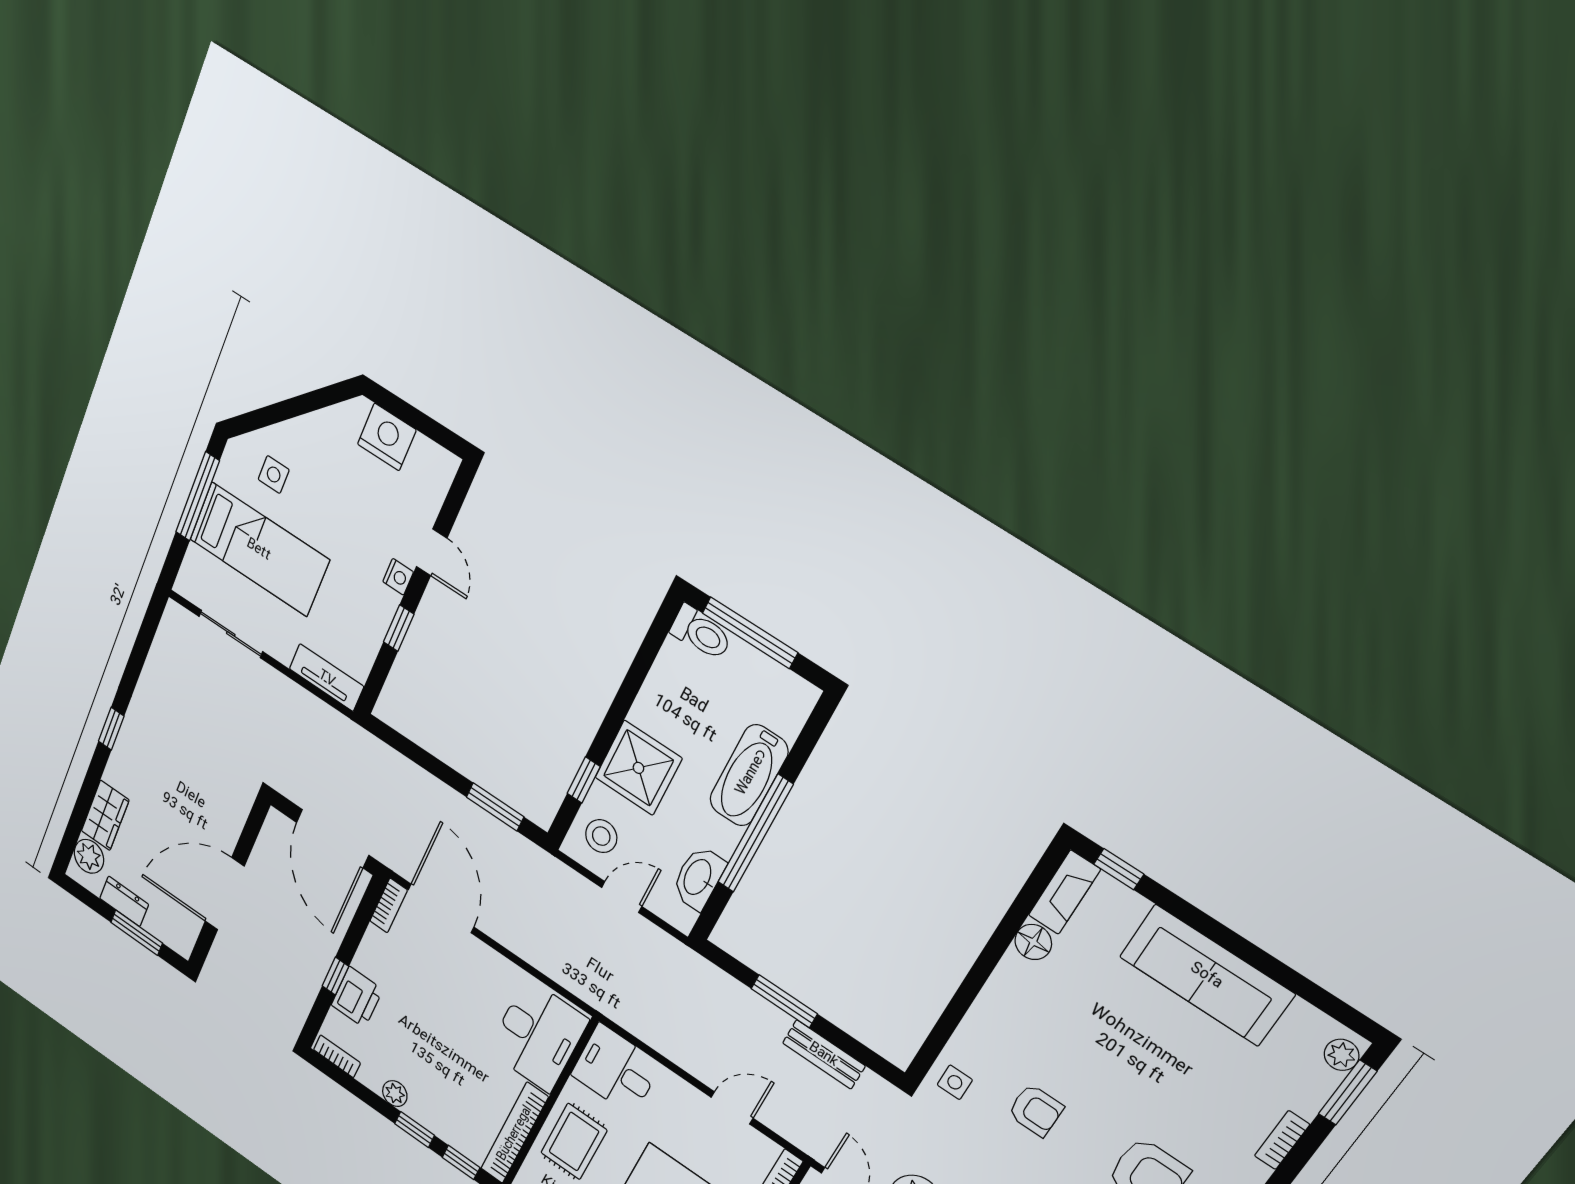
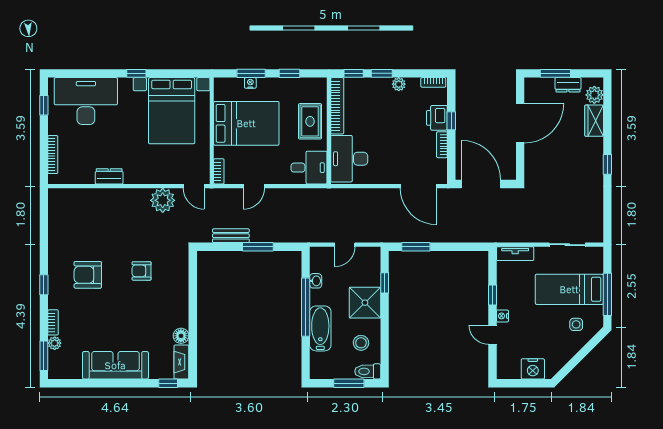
window: (750, 633) -> (349, 383), width x0.69
stool: (601, 836) -> (361, 343), moved
washbasin: (698, 878) -> (316, 281), width x0.52, depth x0.69
bookcase: (389, 905) -> (442, 145), moved
plant: (1342, 1055) -> (55, 343), moved
side table: (955, 1082) -> (177, 260), removed

